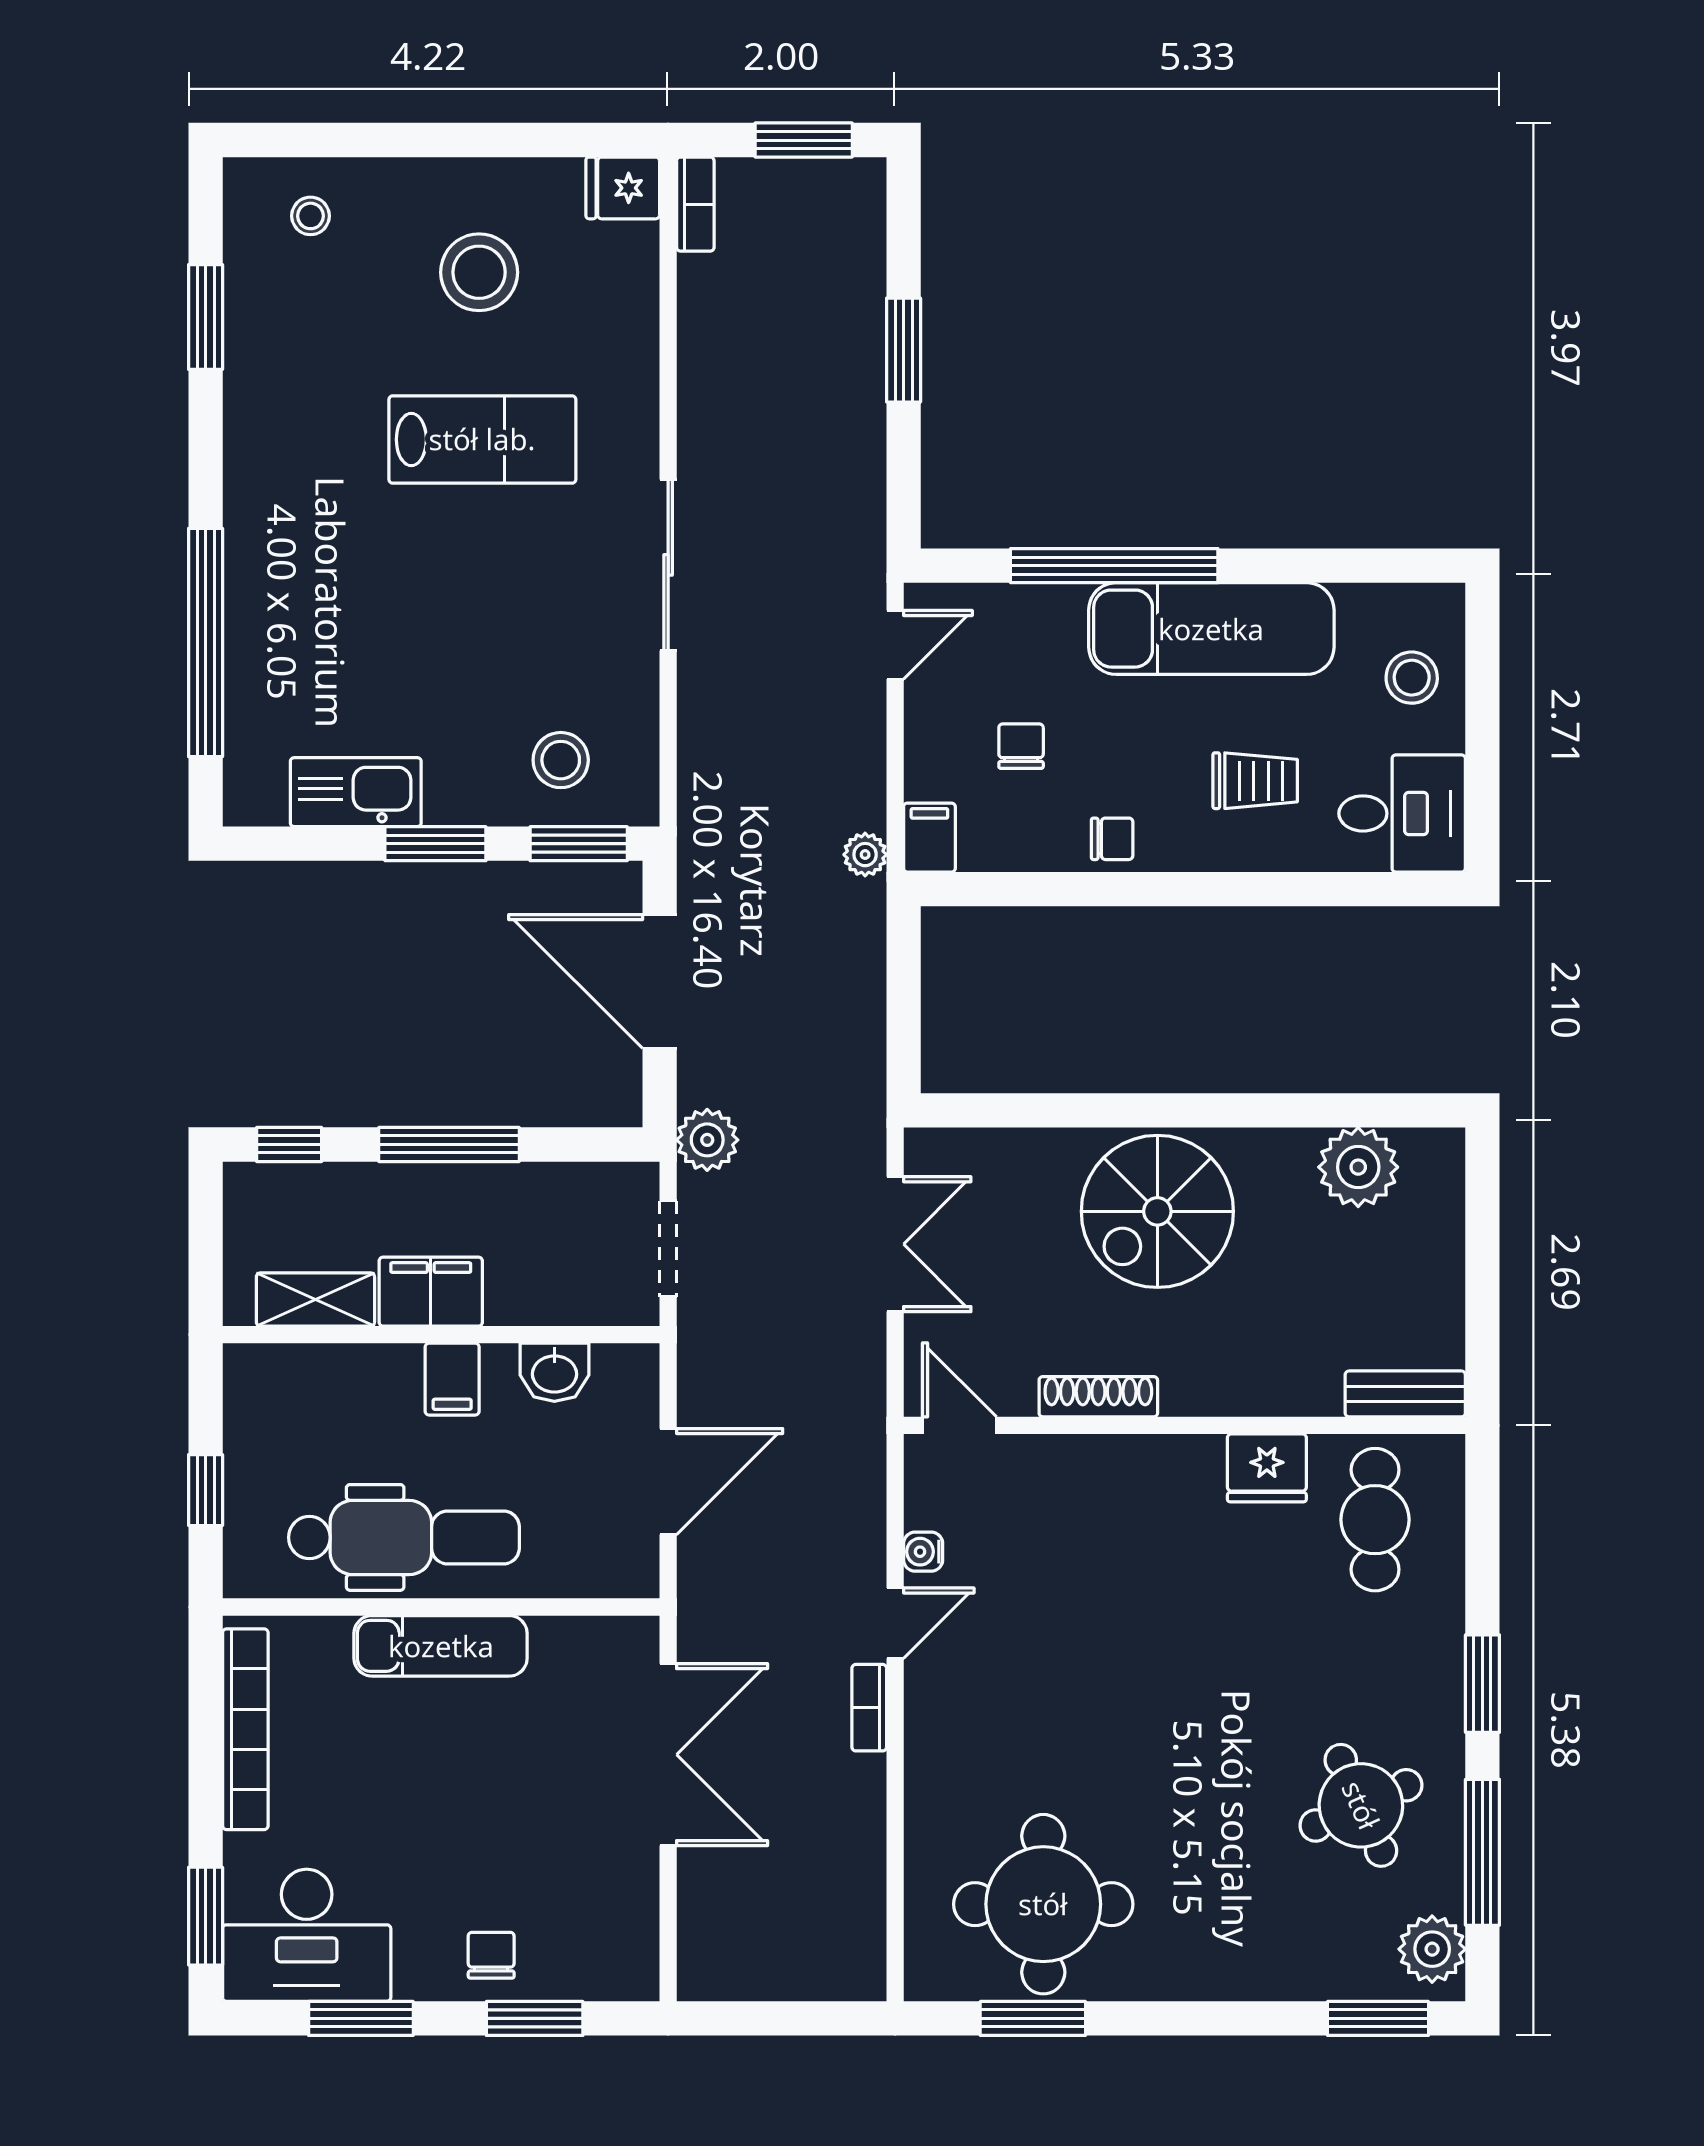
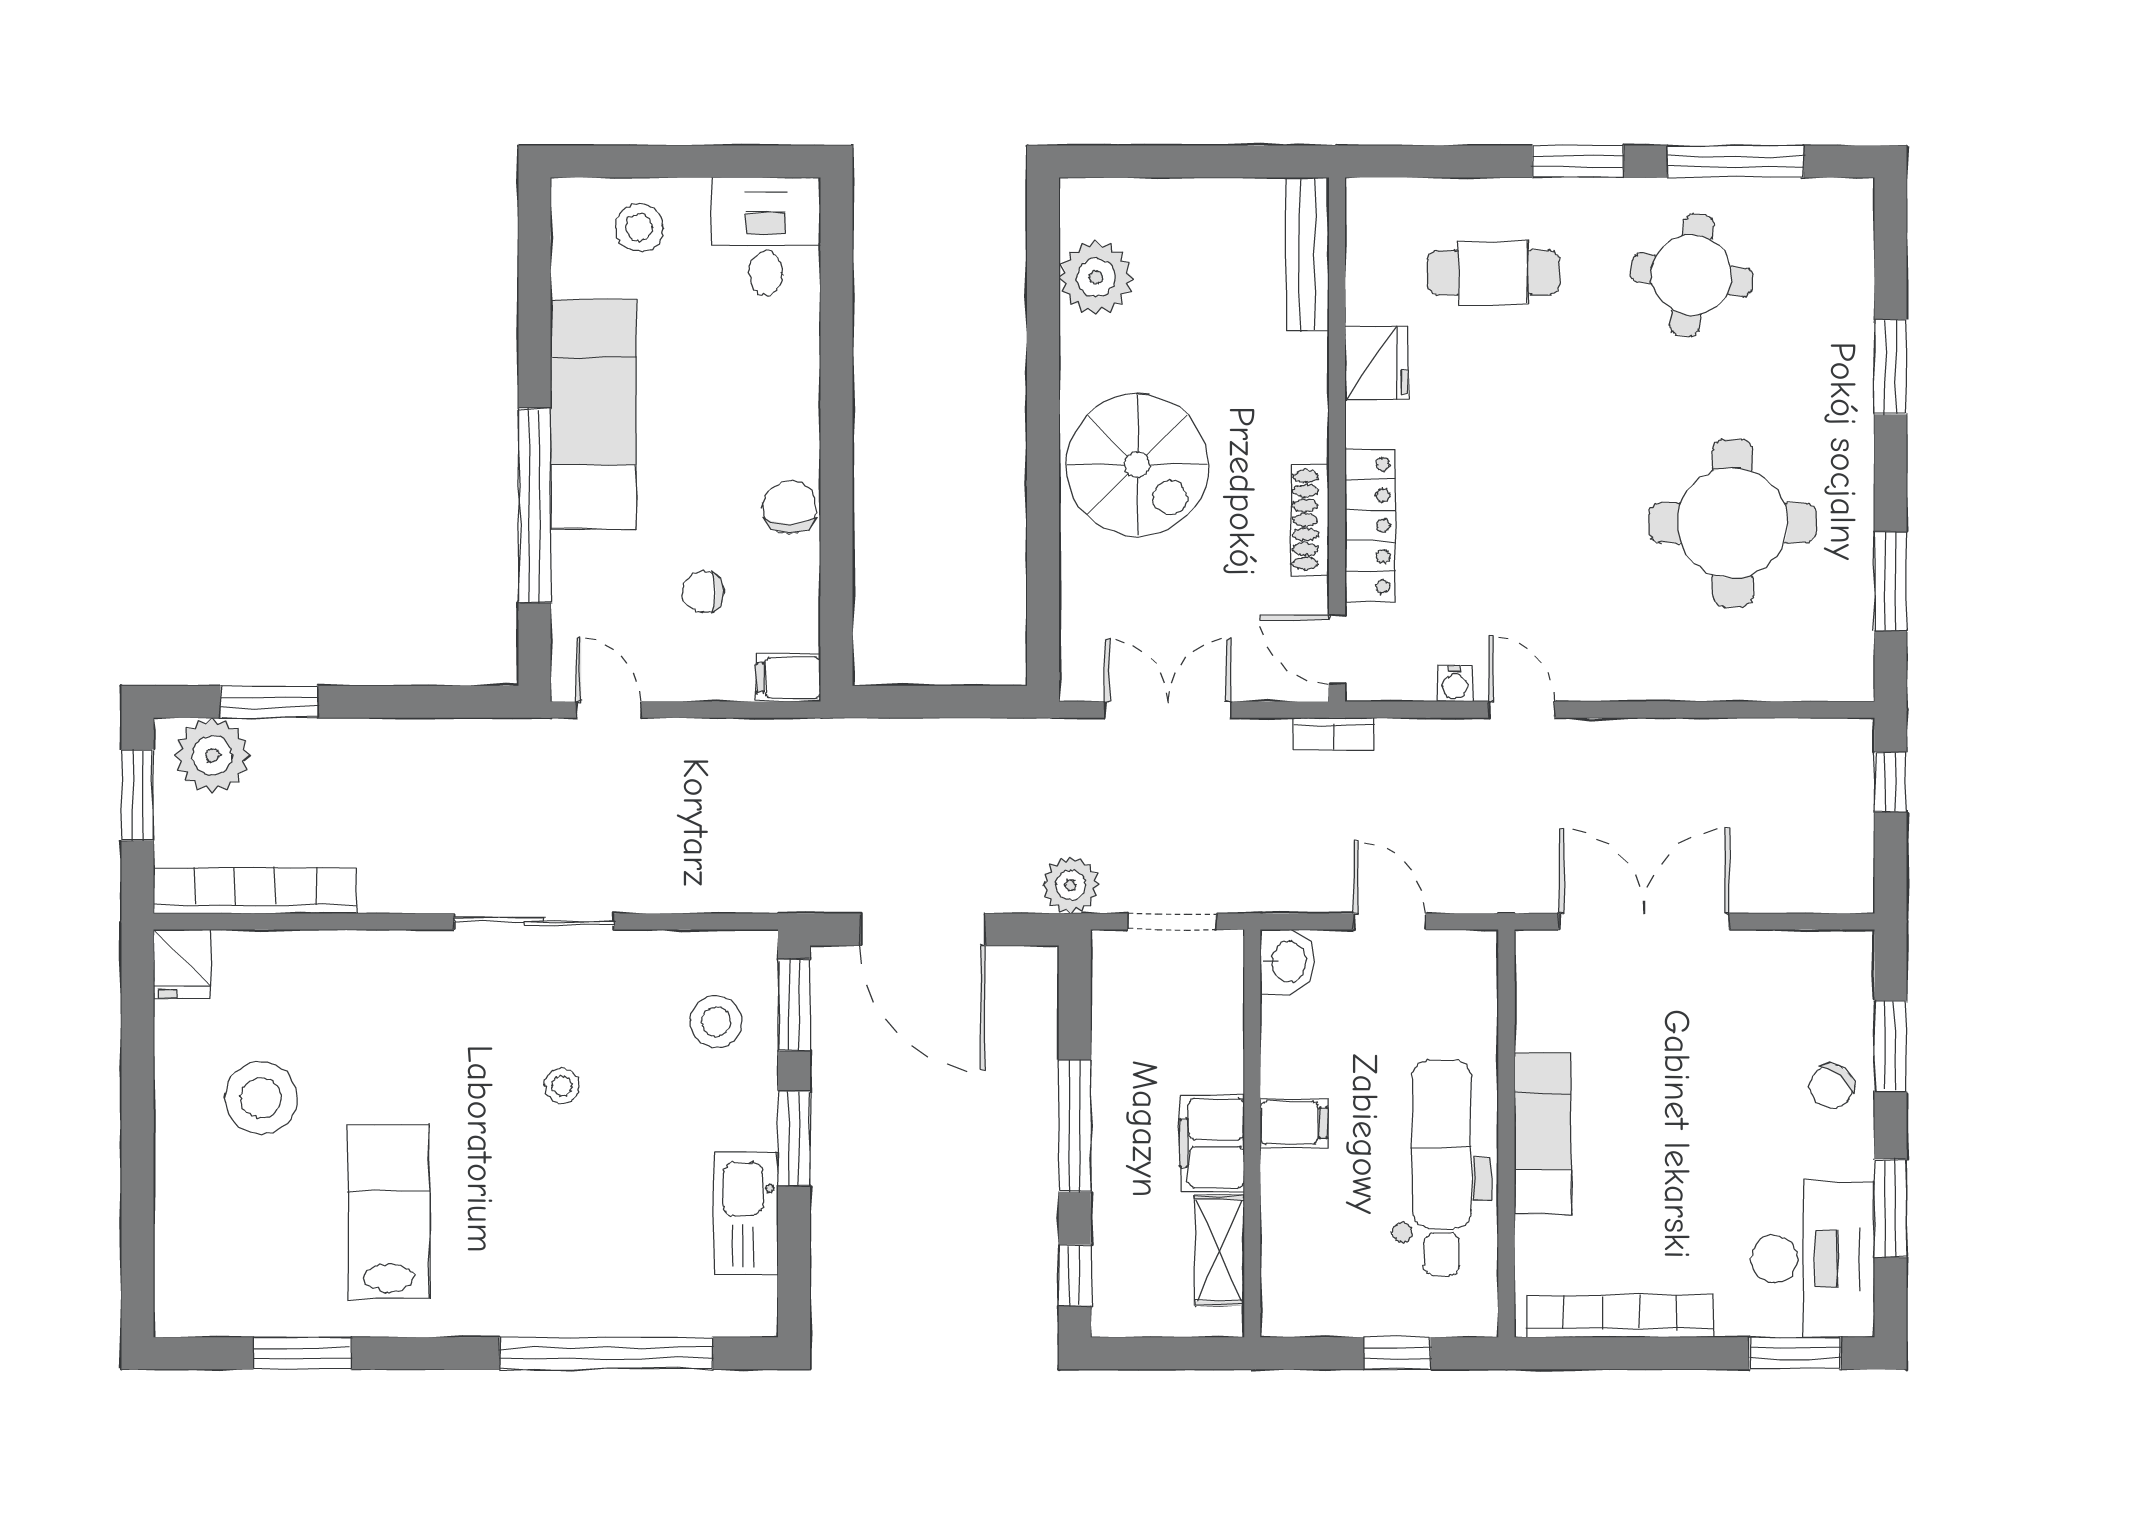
bookcase: (695, 204) -> (255, 891), width x2.31, depth x1.31
stool: (311, 216) -> (562, 1086), moved
window: (904, 350) -> (269, 702), moved
lab bench: (482, 439) -> (389, 1212), moved
trolley: (1255, 781) -> (735, 374), removed
chair: (1112, 839) -> (790, 507), width x1.37, depth x1.37
plant: (865, 855) -> (212, 755), moved, width x1.87, depth x1.87
door: (660, 982) -> (923, 929), hinge flipped
washbasin: (554, 1372) -> (1287, 962), moved
bench: (1405, 1394) -> (1308, 254), width x1.36
door: (959, 1425) -> (1337, 650), hinge flipped
locker: (1092, 1461) -> (1370, 526), added
door: (668, 1482) -> (1389, 922), width x0.73
cafe table: (1375, 1520) -> (1493, 272), moved
bookcase: (869, 1708) -> (1333, 734), moved
round table: (1361, 1805) -> (1692, 275), turned 32
round table: (1043, 1904) -> (1733, 523), moved
plant: (1432, 1949) -> (1826, 208), removed
chair: (491, 1955) -> (1831, 1087), turned -52
window: (817, 2018) -> (1890, 782), added
window: (1378, 2018) -> (1890, 367), moved

